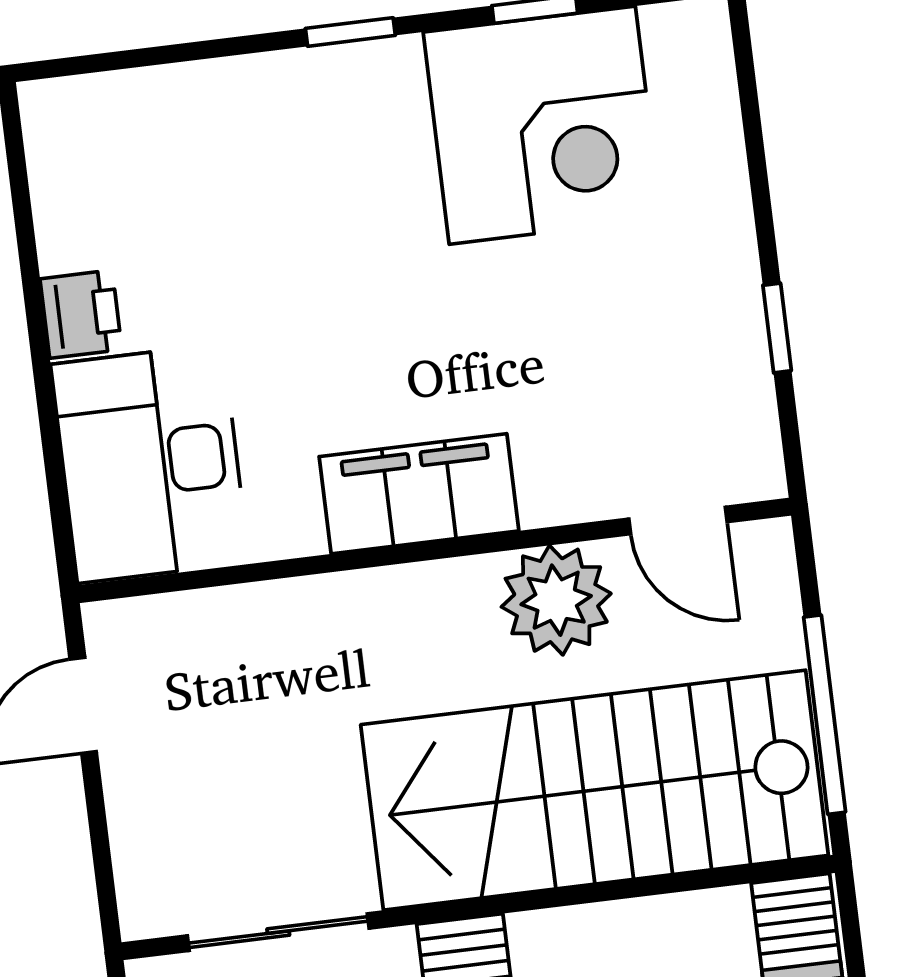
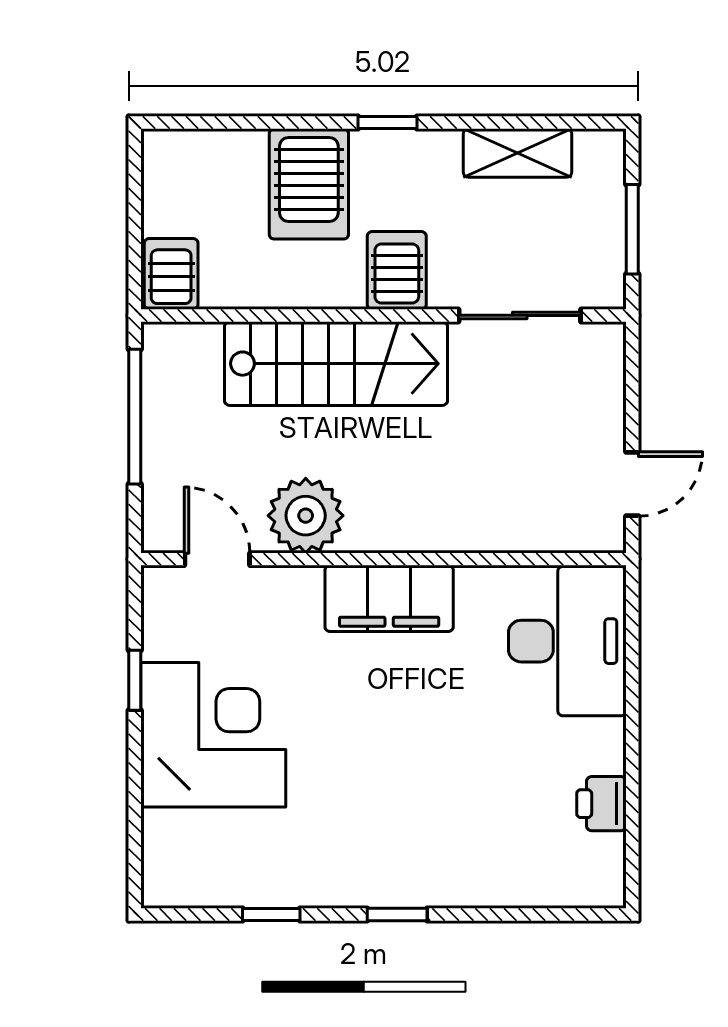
corner desk: (542, 125) -> (213, 735), moved, turned 90
printer: (81, 314) -> (601, 804), moved
stairs: (595, 790) -> (336, 364), width x0.73, depth x0.66

